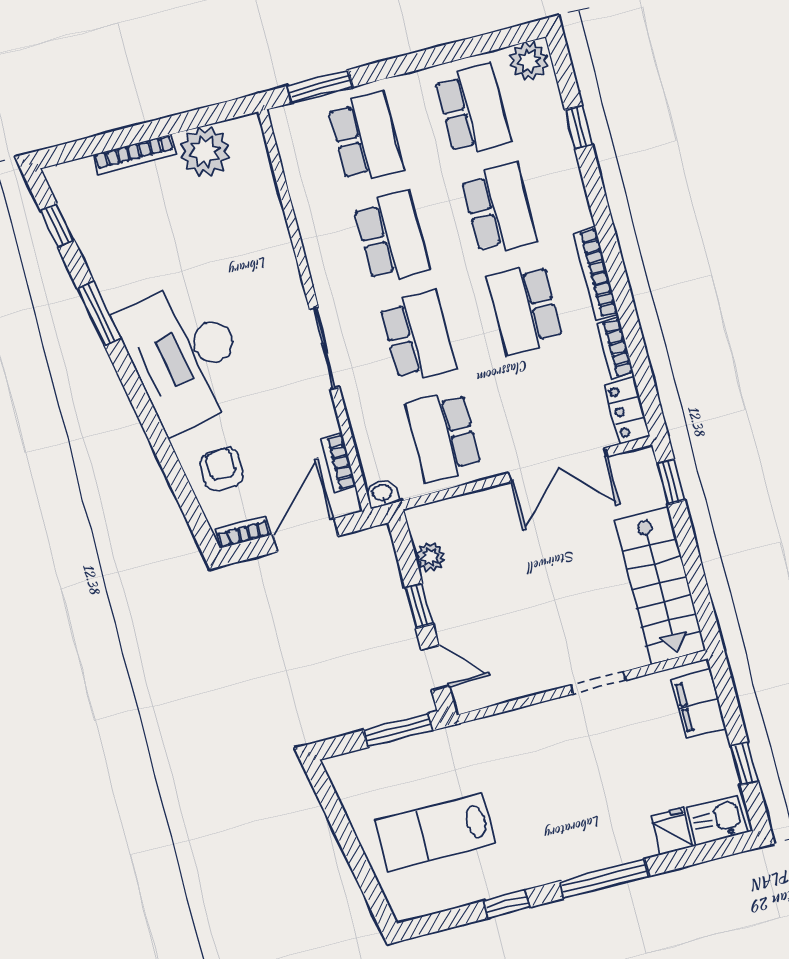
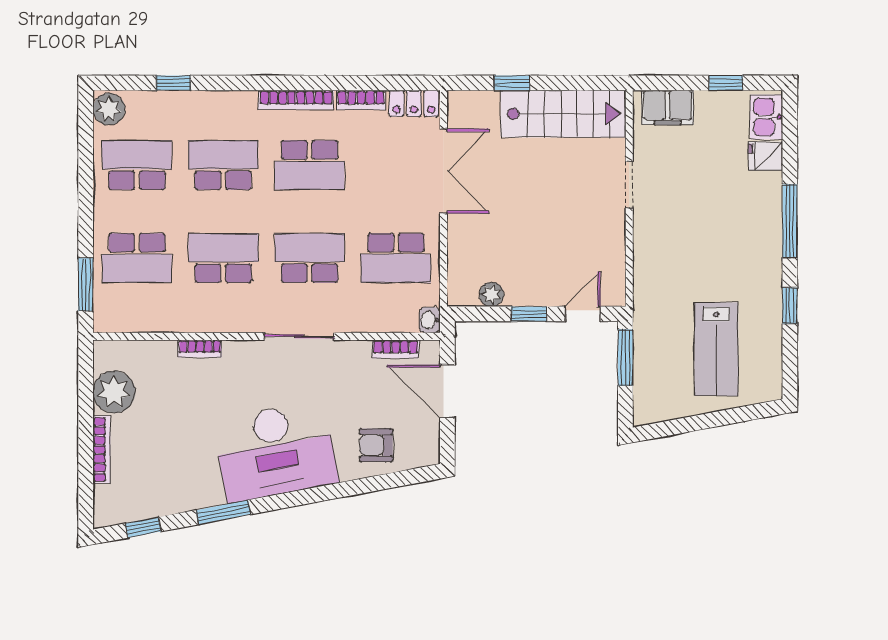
school desk: (366, 138) -> (137, 258), turned 180
window: (671, 482) -> (512, 83), moved
bookcase: (243, 532) -> (200, 349), moved, turned -90

